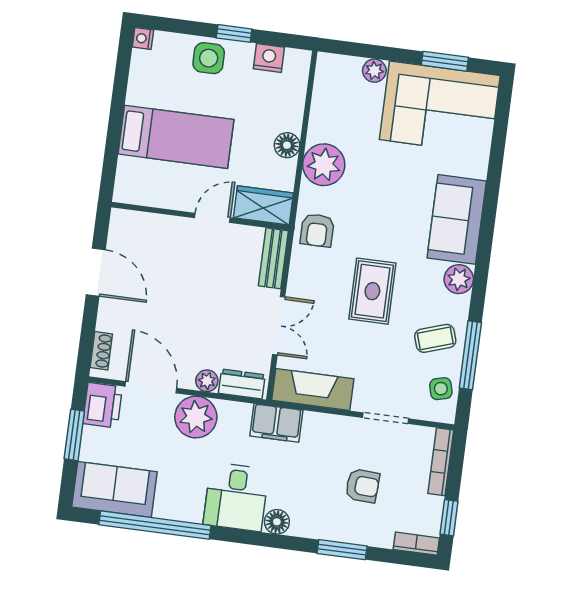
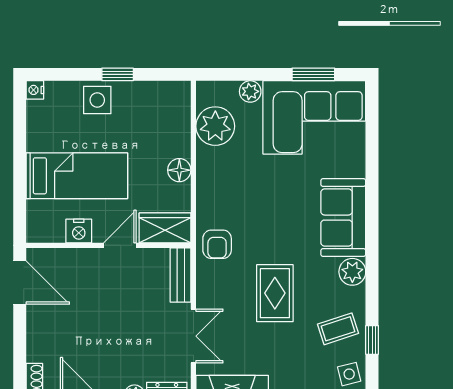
nightstand: (269, 58) -> (79, 231), moved, turned 180
plant: (324, 165) -> (215, 126), moved
door: (96, 272) -> (20, 283), moved
window: (470, 355) -> (372, 340), width x0.46

